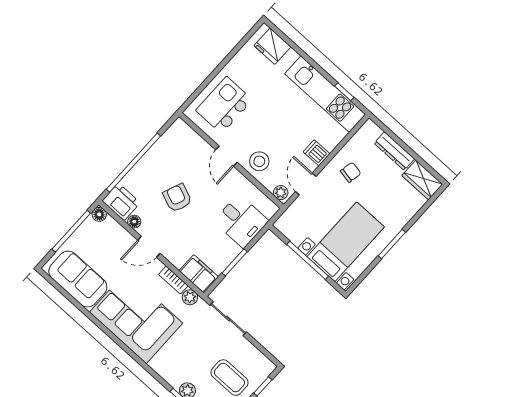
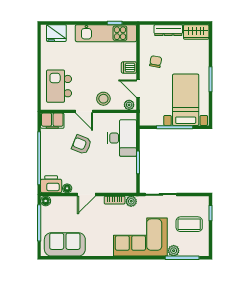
armchair: (177, 198) -> (82, 145), moved
desk: (241, 221) -> (122, 138), width x1.37
filing cabinet: (199, 274) -> (52, 121), moved, turned 180
corner sofa: (136, 318) -> (140, 237), moved

